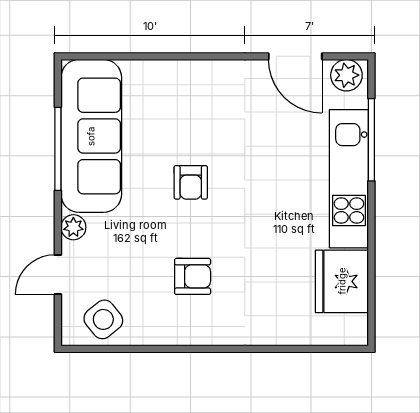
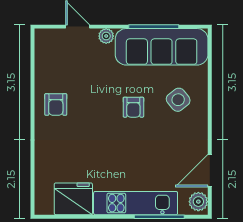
armchair: (191, 182) -> (133, 107), turned -90
armchair: (193, 276) -> (56, 104), moved
side table: (103, 319) -> (178, 100), moved

